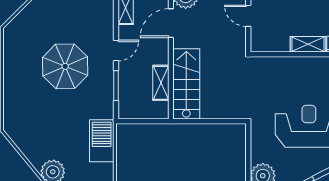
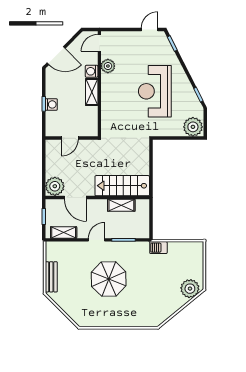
door: (116, 51) -> (96, 240), hinge flipped
barbecue: (102, 141) -> (158, 248), width x0.53, depth x0.65

